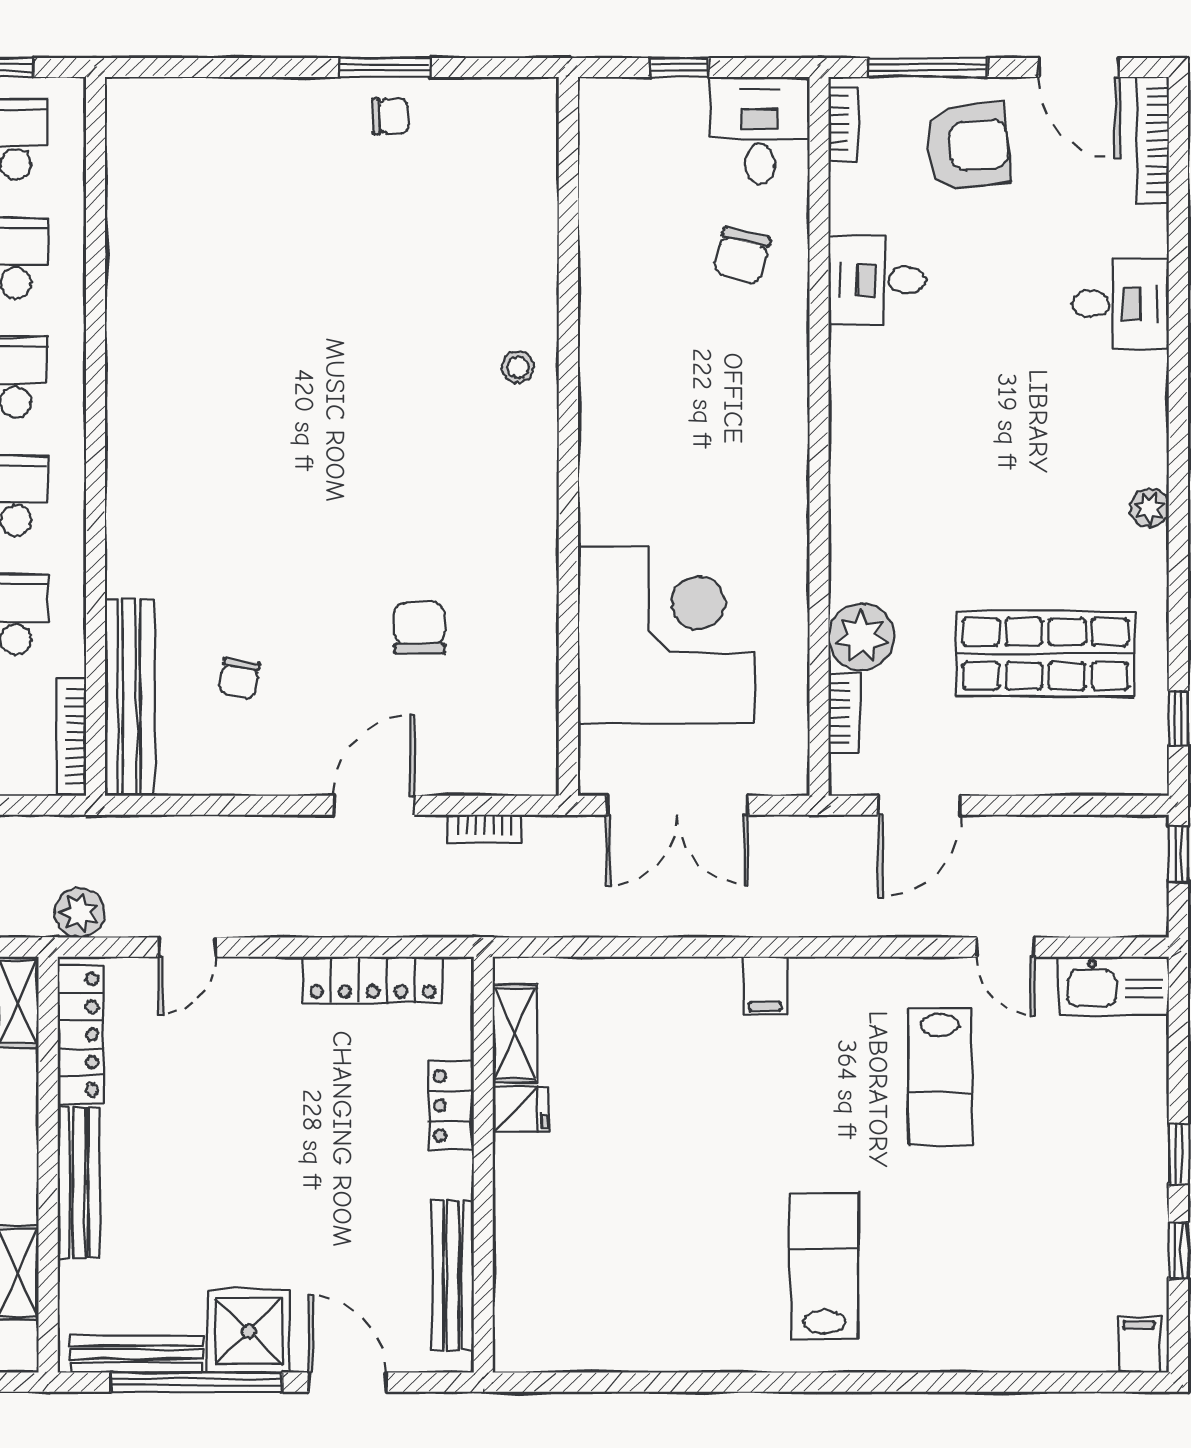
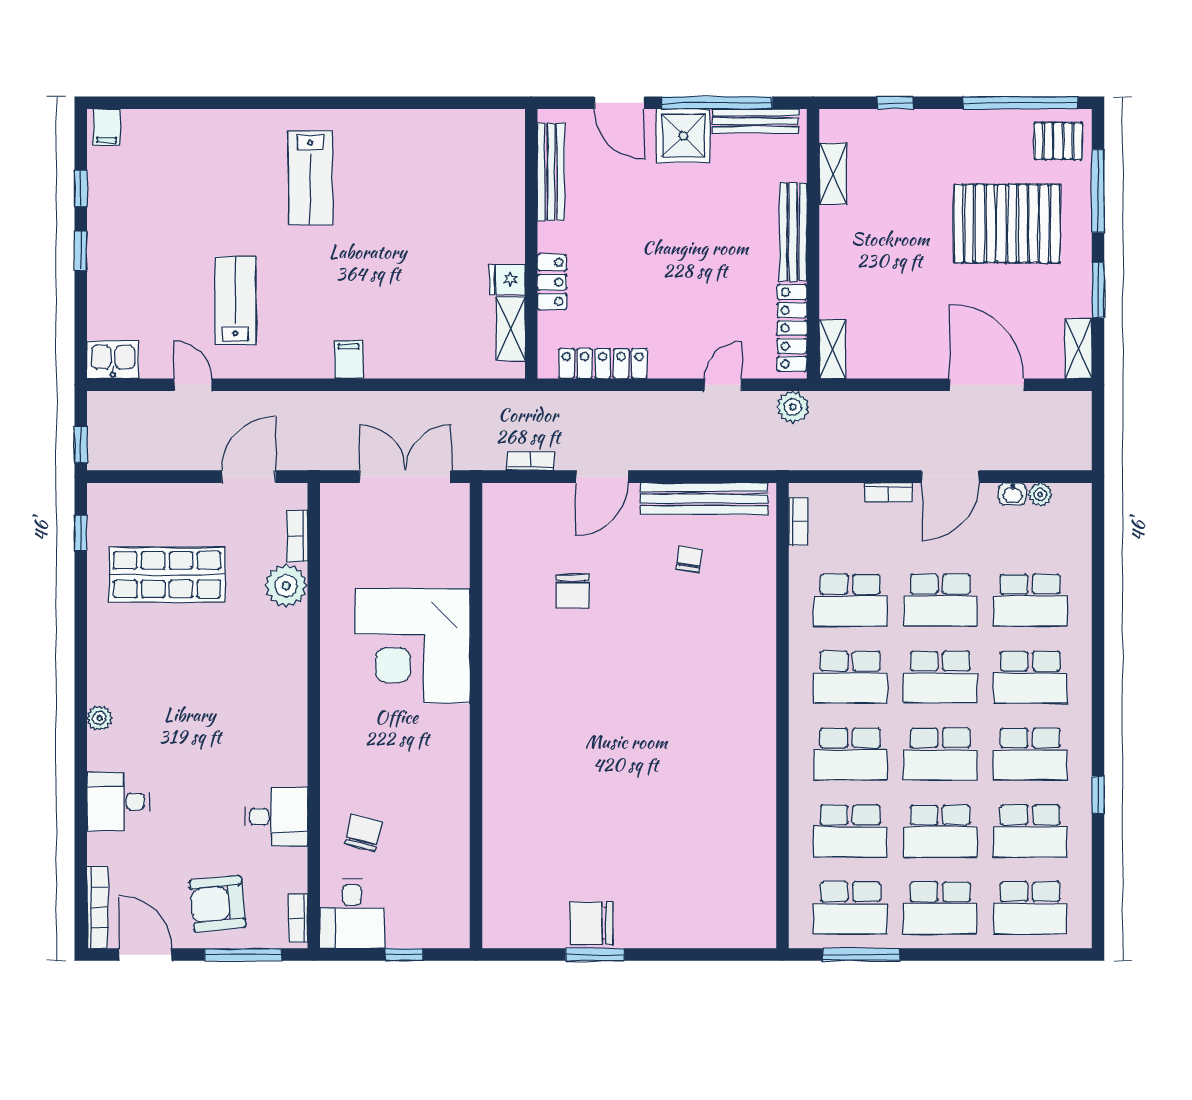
chair: (390, 116) -> (591, 923), width x1.87, depth x1.87
stool: (518, 367) -> (509, 761), removed
plant: (1150, 508) -> (99, 718), moved
corner desk: (666, 635) -> (413, 646), moved
bench: (129, 697) -> (704, 499), moved, turned 90
bookcase: (71, 736) -> (798, 522), width x0.64
kitchen sink: (1114, 986) -> (113, 360), width x0.73

